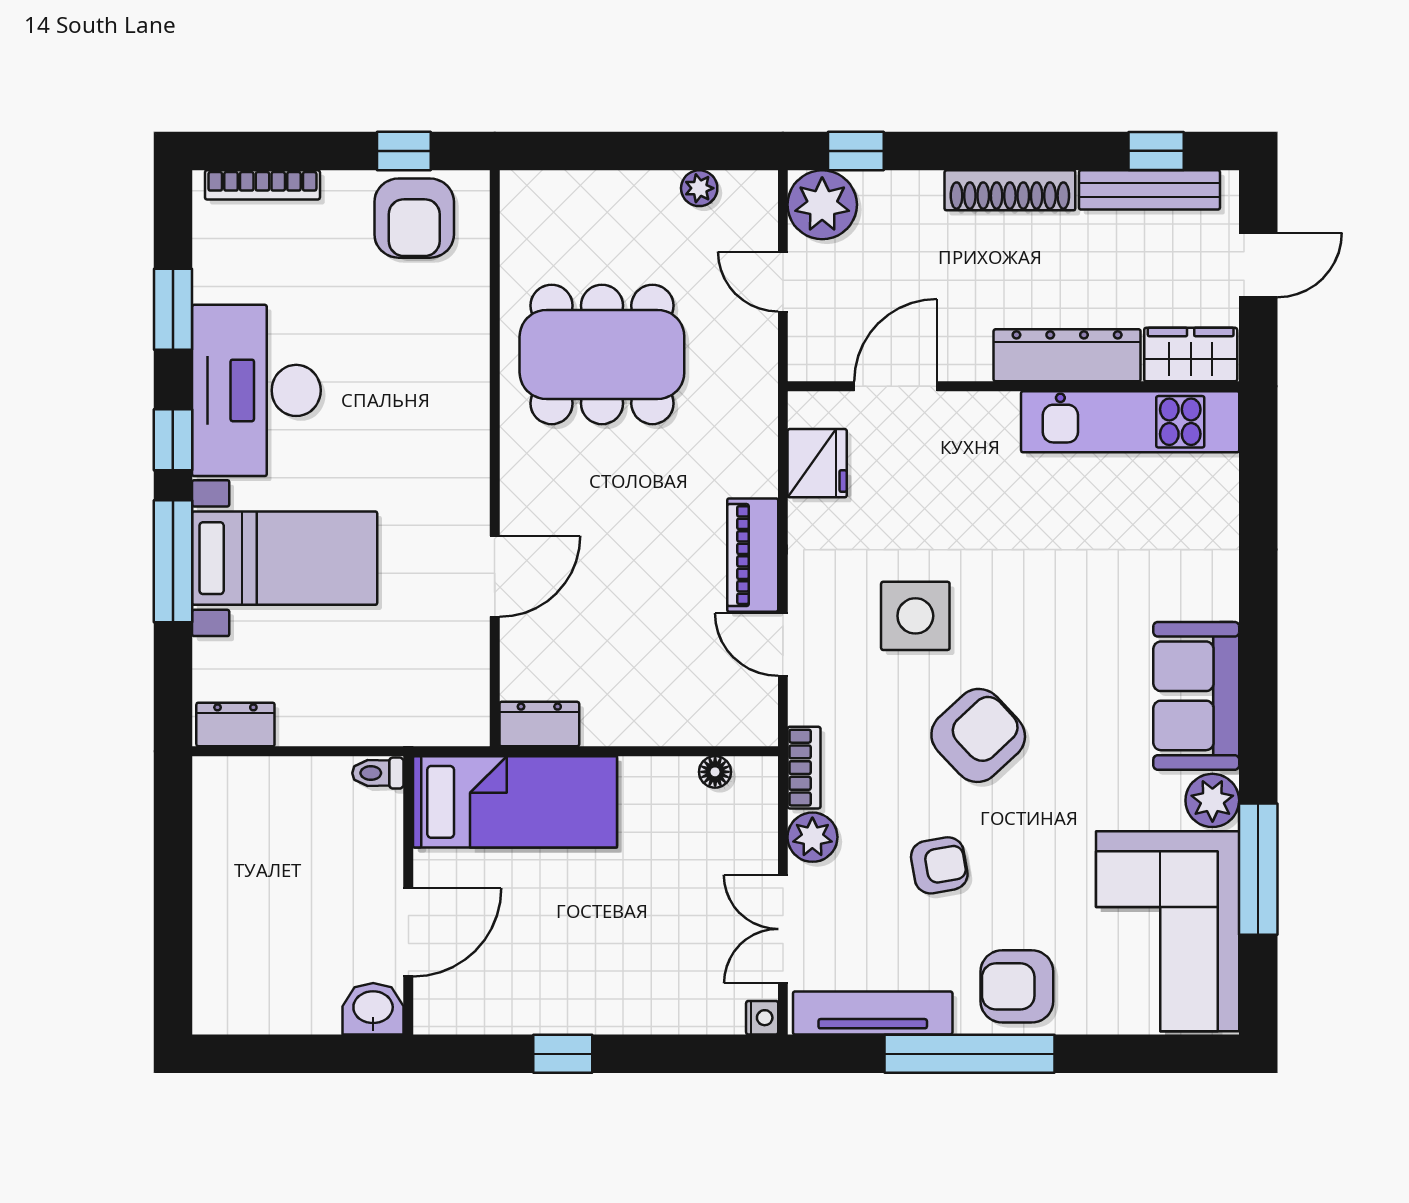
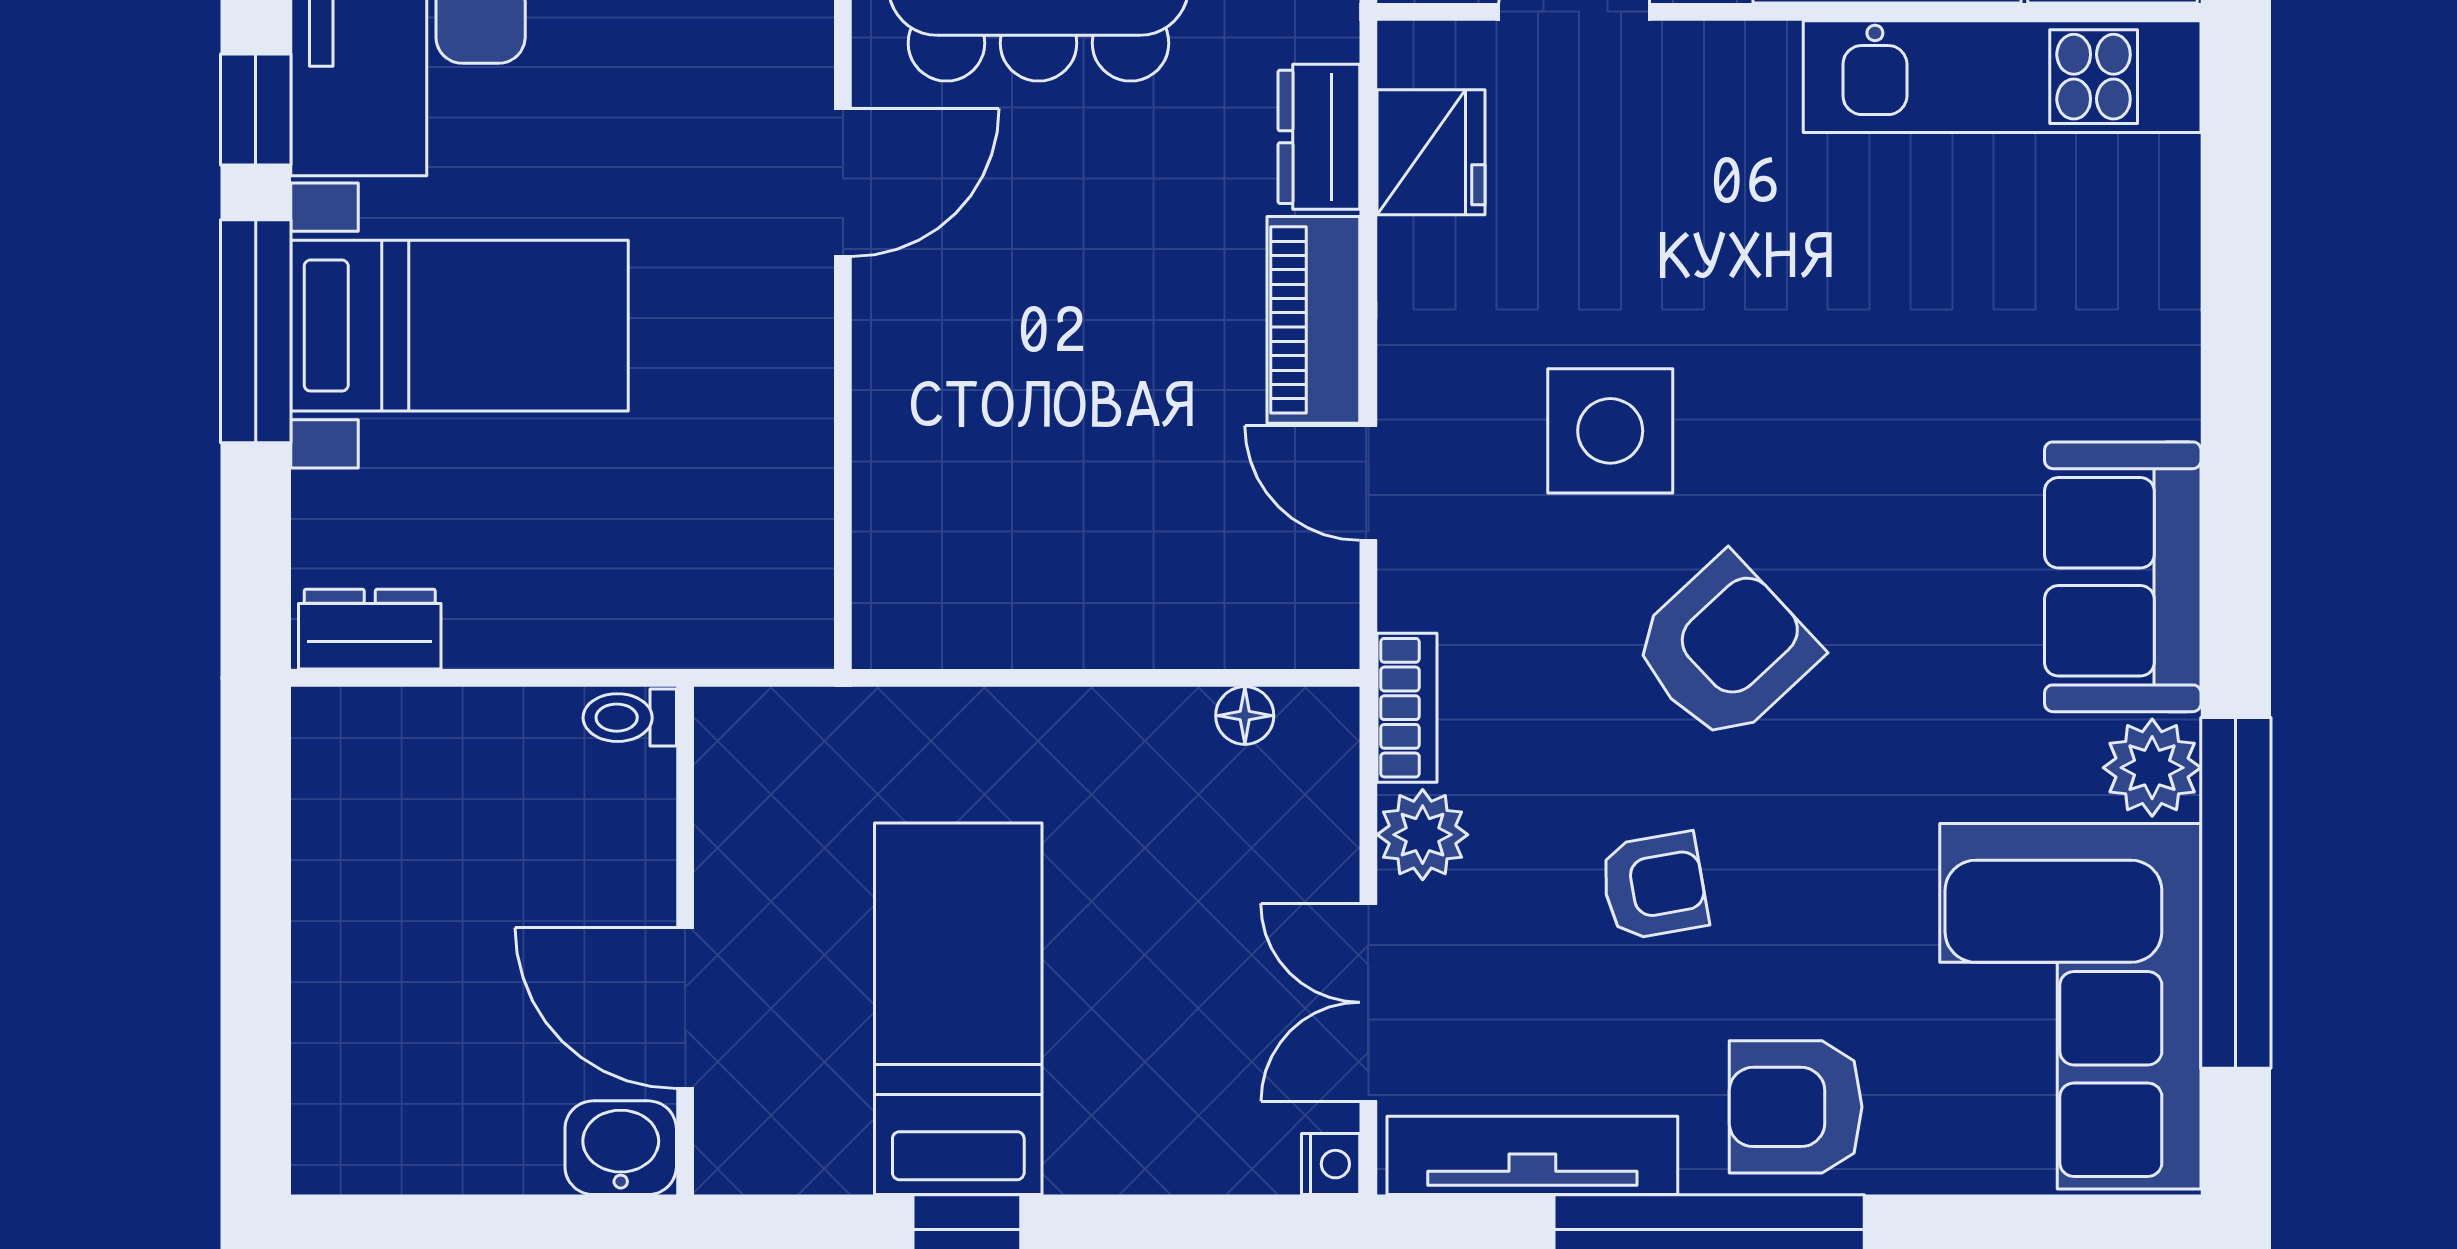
door: (495, 576) -> (843, 183), moved
dresser: (539, 724) -> (1319, 137), moved, turned -90
bed: (515, 802) -> (958, 1009), moved, turned -90
window: (1258, 869) -> (2236, 893), width x1.46
door: (408, 932) -> (685, 1008), swing flipped

